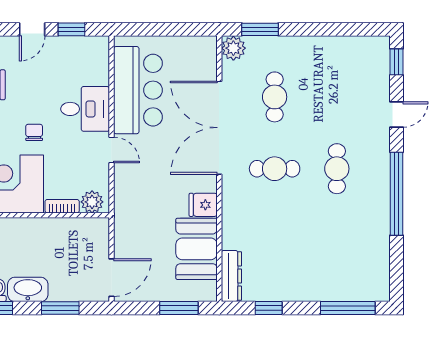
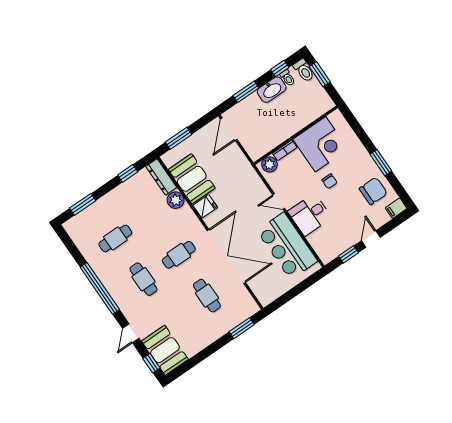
plant: (233, 48) -> (176, 200), moved
booth: (370, 66) -> (165, 350), added
cafe table: (337, 240) -> (115, 238), added
window: (348, 308) -> (83, 204), width x0.69

